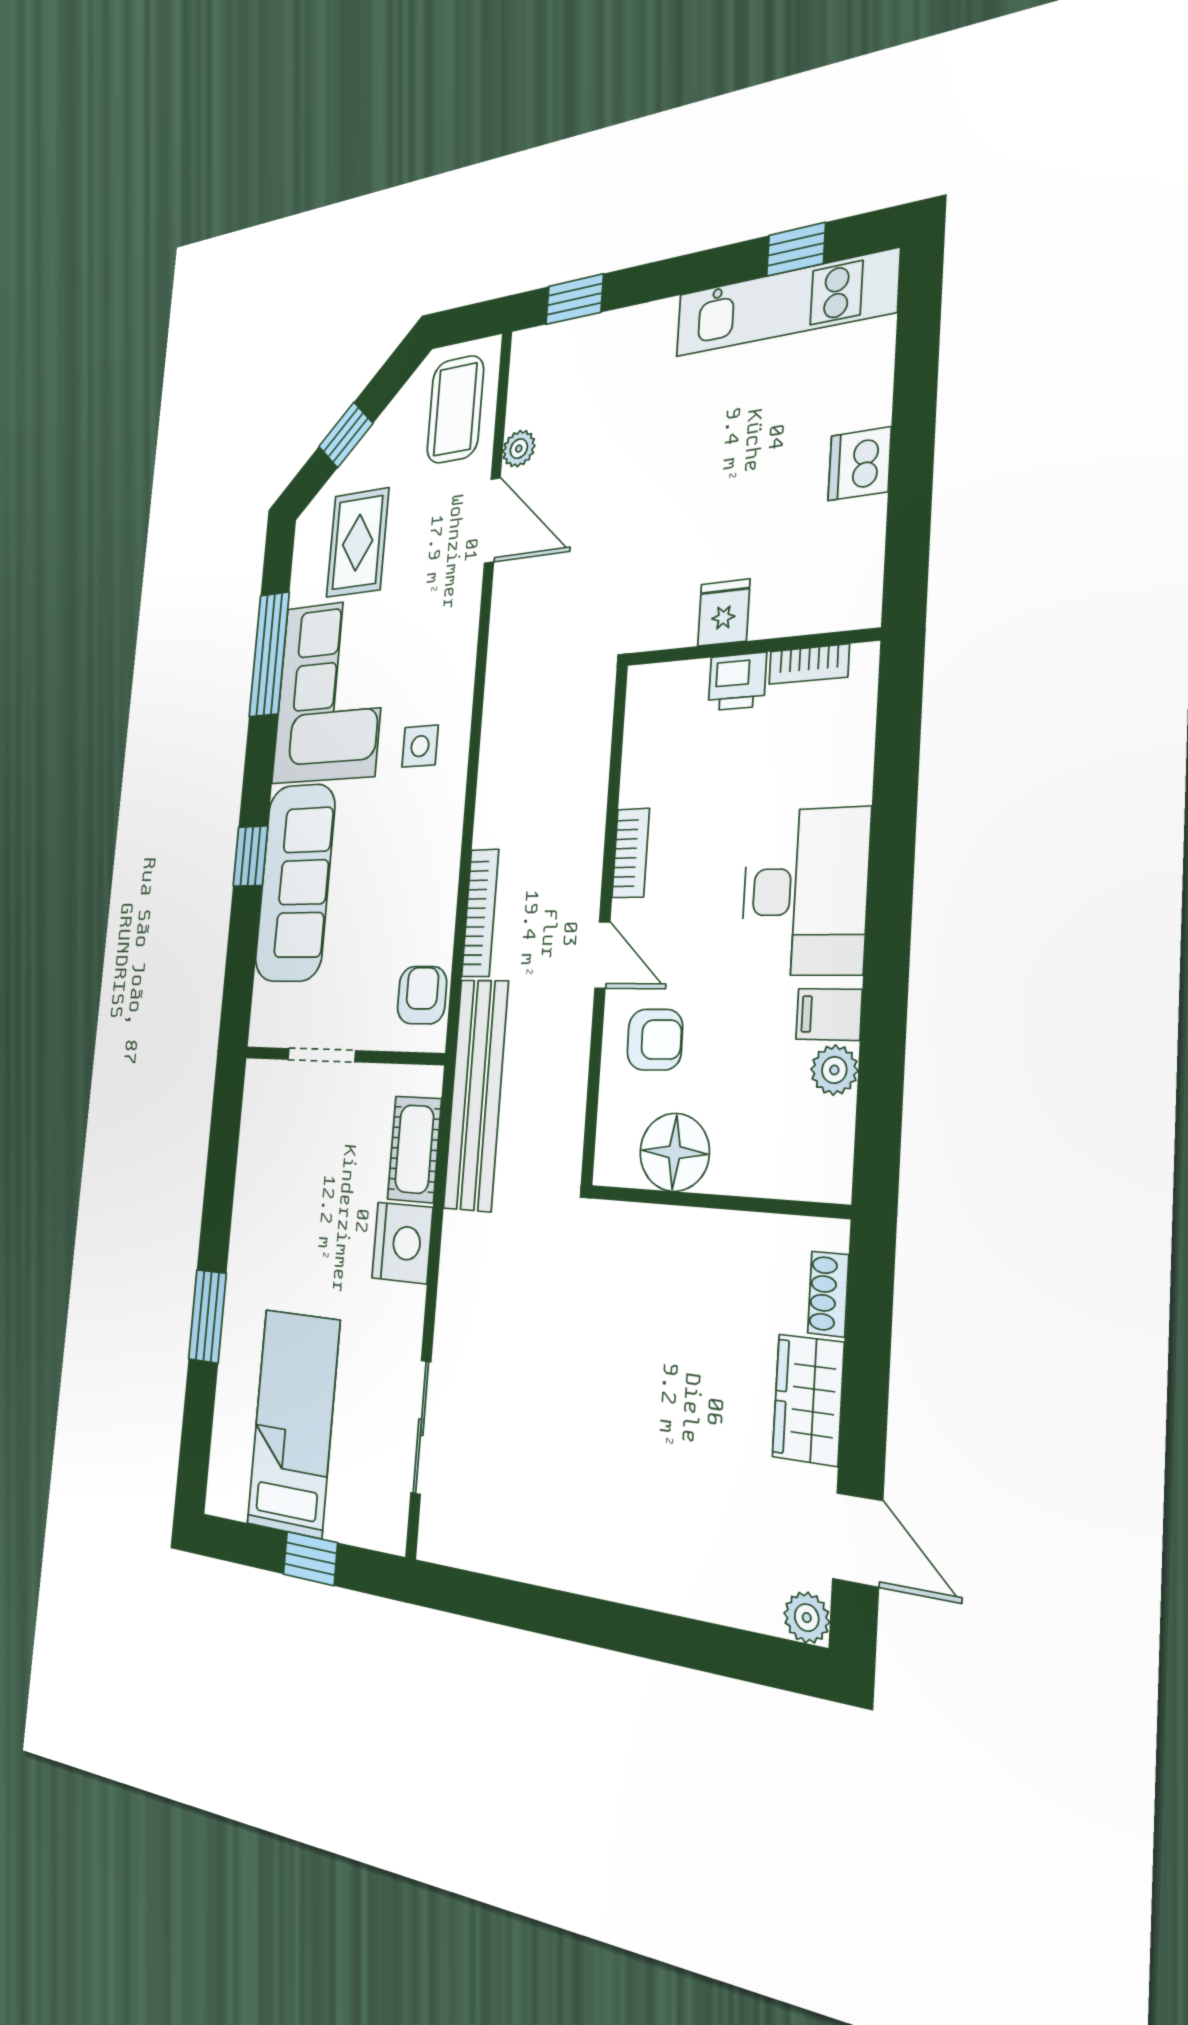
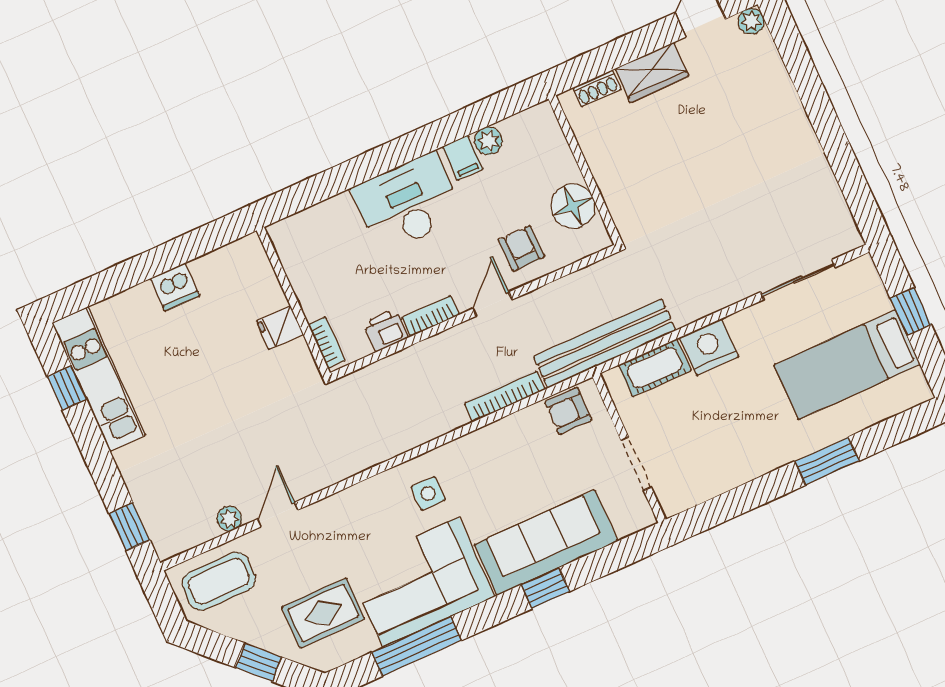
door: (492, 520) -> (278, 515), width x0.73
bookcase: (809, 664) -> (327, 343), moved
printer: (737, 682) -> (386, 330), moved, turned -90

